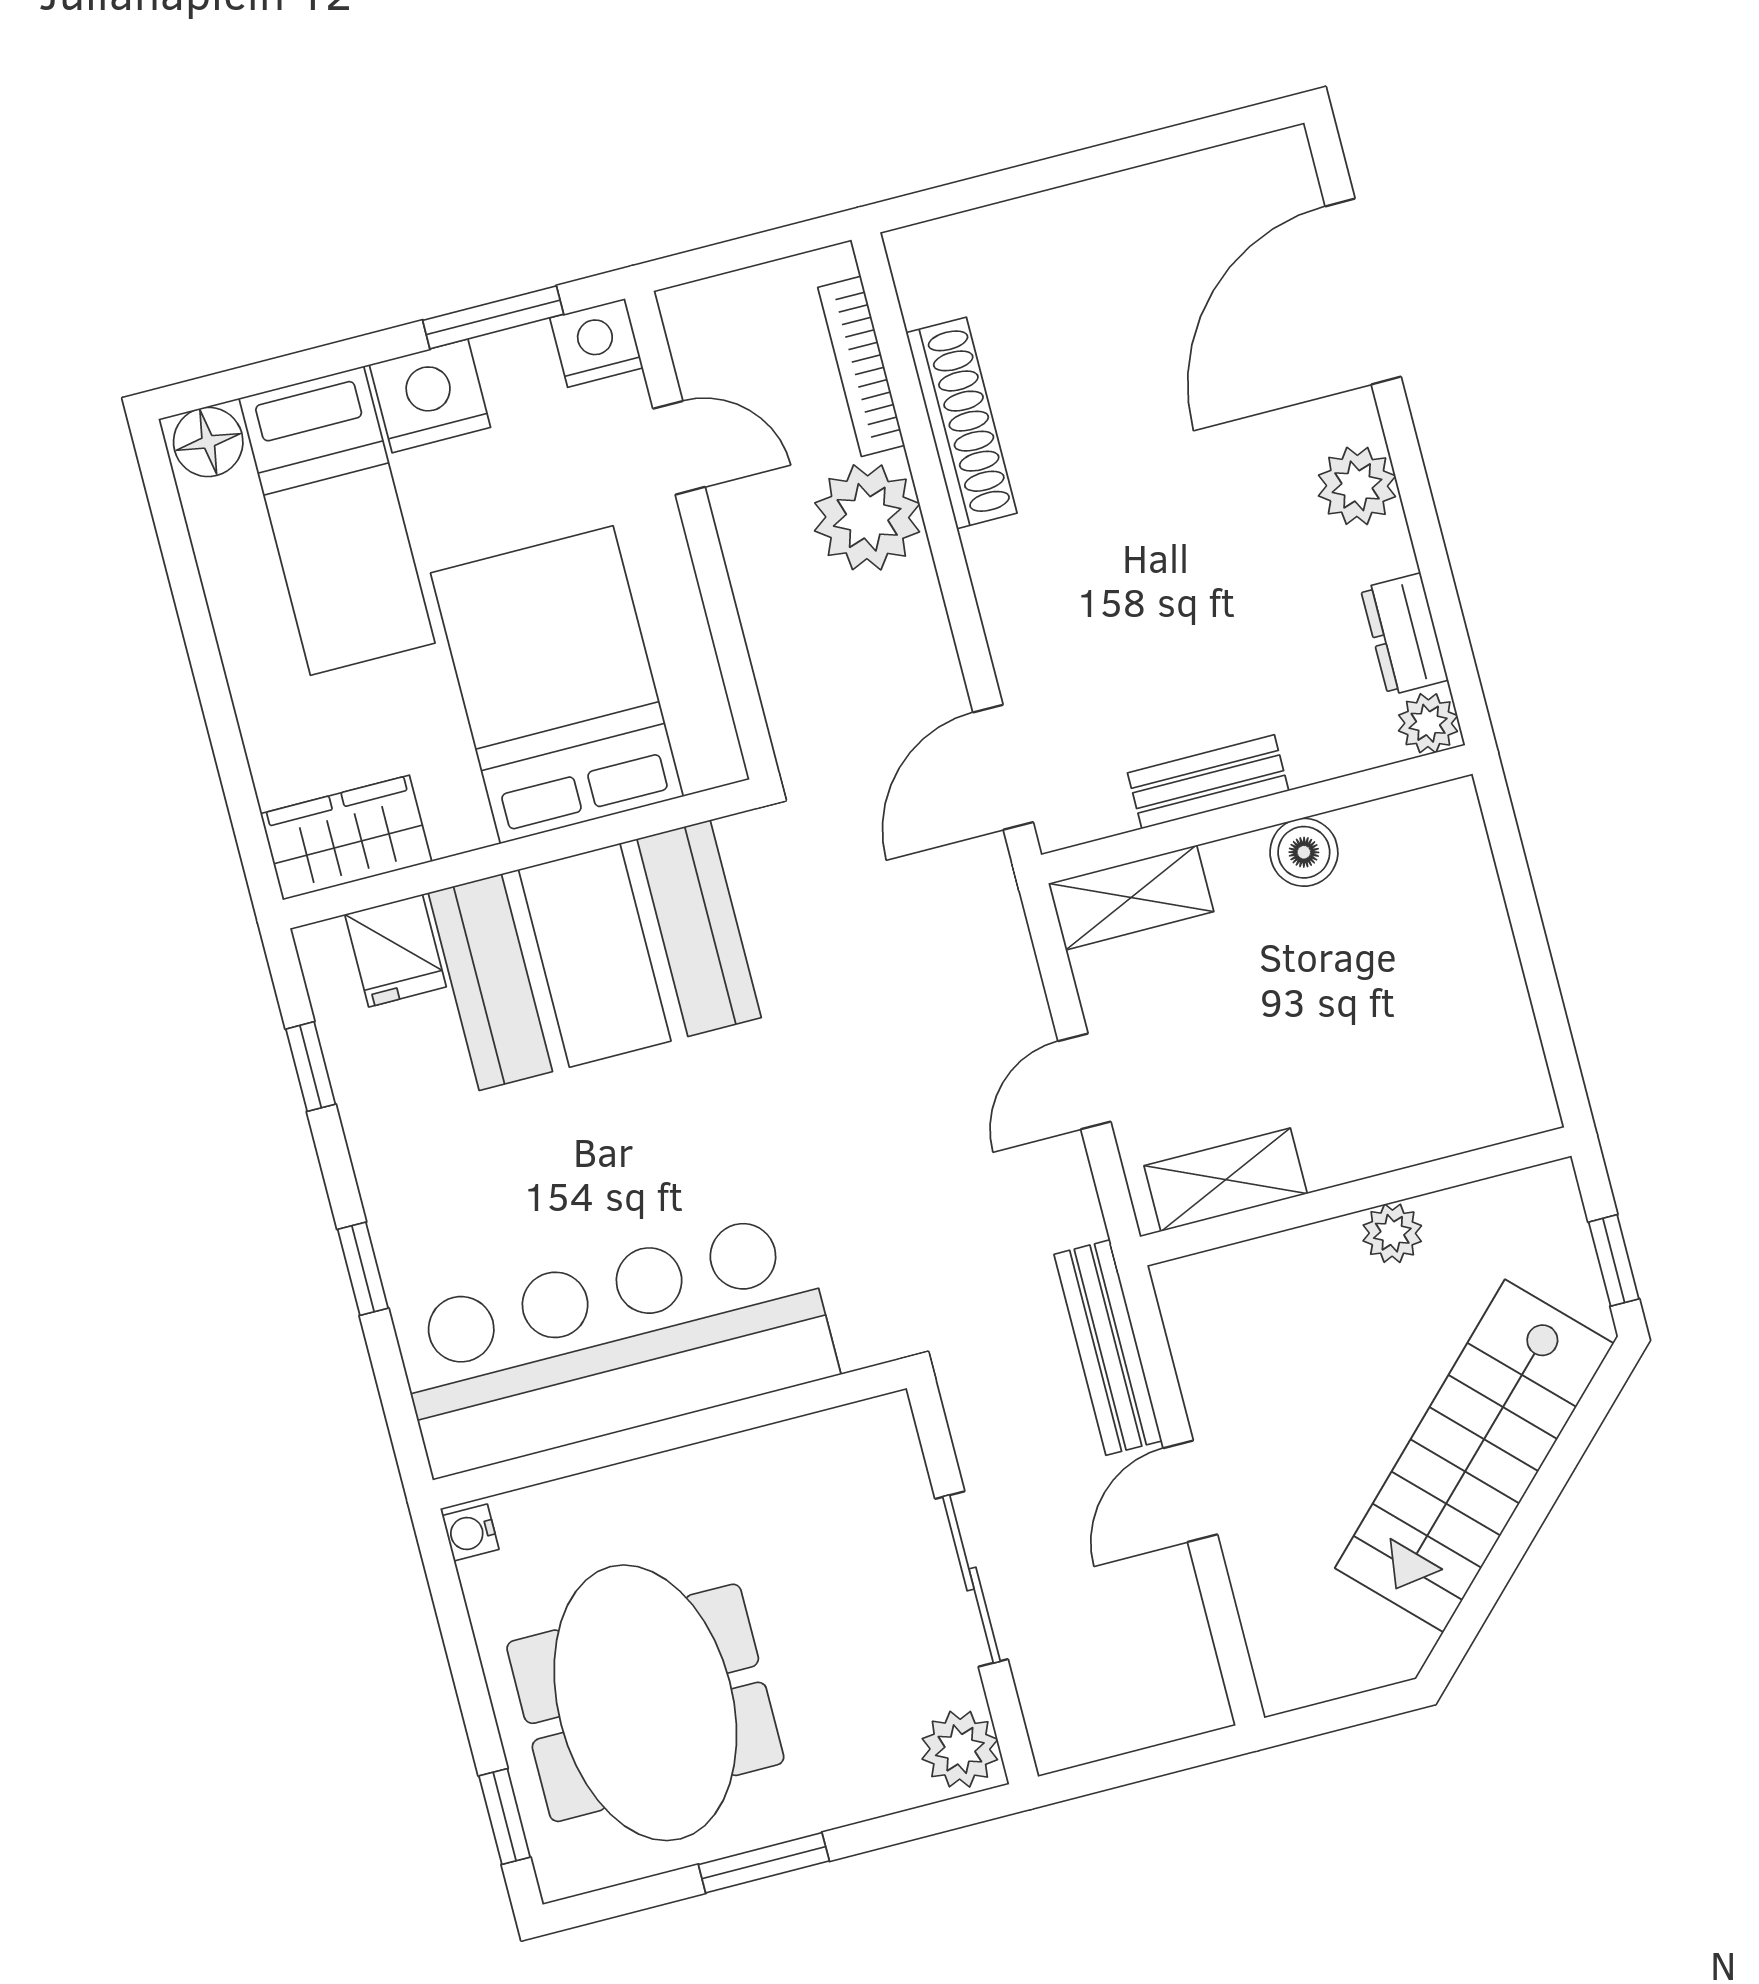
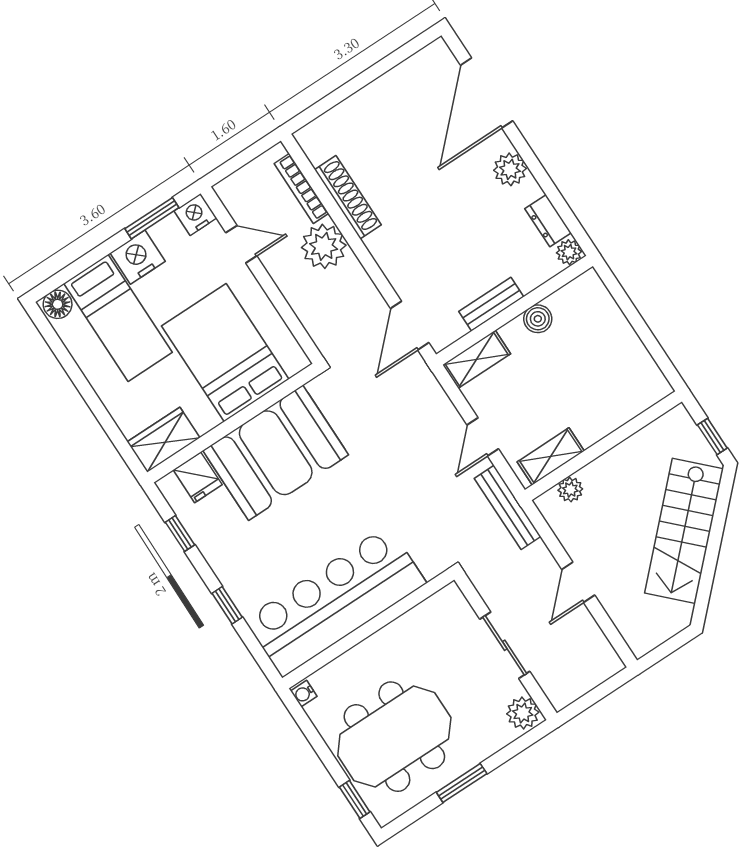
plant: (1392, 1233) -> (570, 490), moved
bench: (1108, 1348) -> (508, 507), moved
meeting table: (645, 1703) -> (394, 737), turned 90

